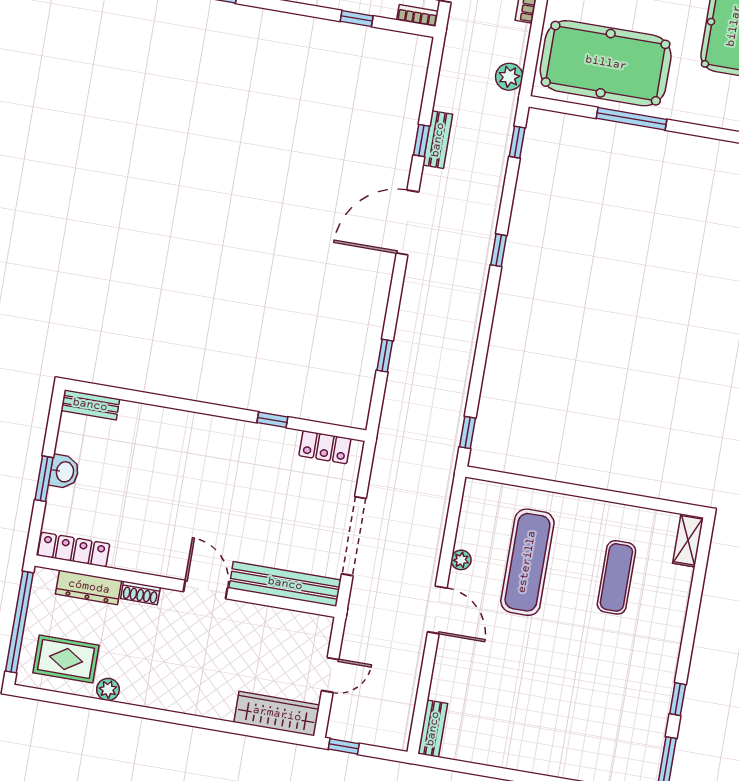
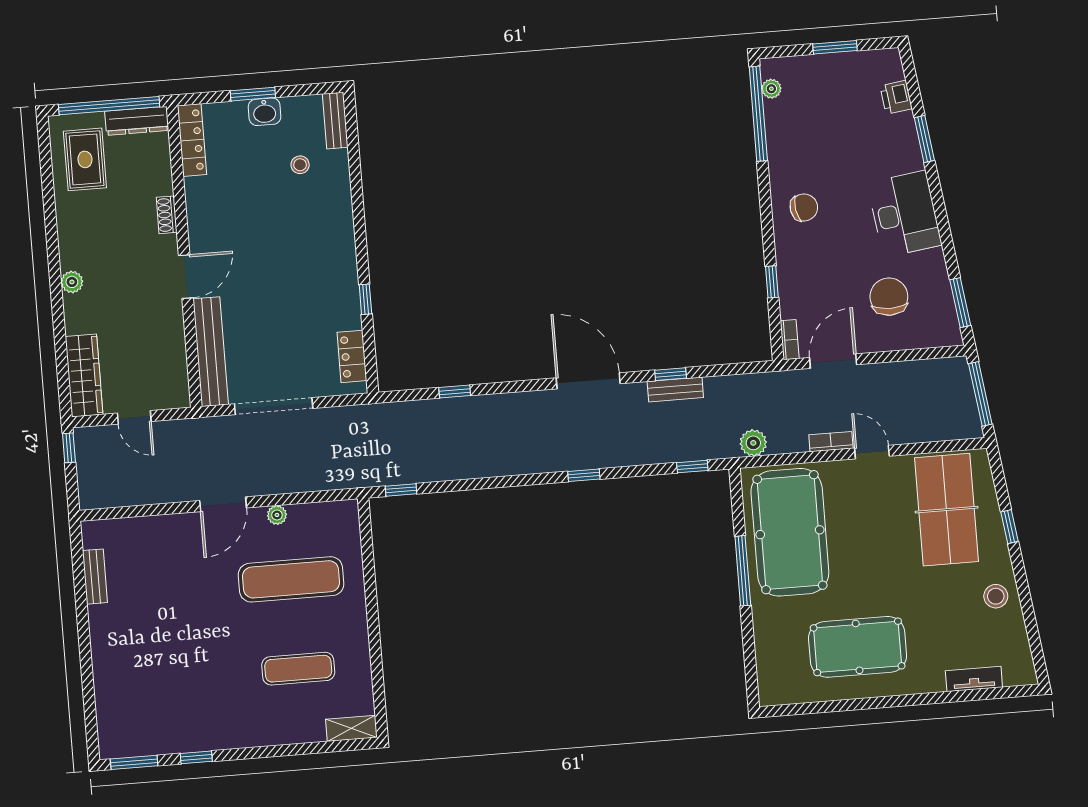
stool: (125, 450) -> (300, 165), added
dresser: (89, 587) -> (137, 121), moved, turned -90
plant: (108, 689) -> (72, 282), moved
bench: (433, 729) -> (95, 577), moved, turned 90

